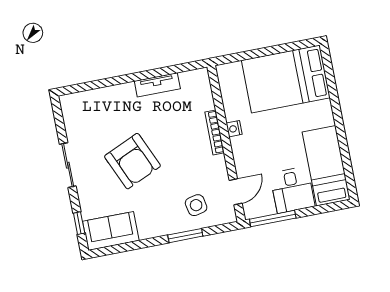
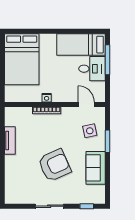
window: (273, 219) -> (108, 60), moved
sofa: (111, 231) -> (96, 168), moved

